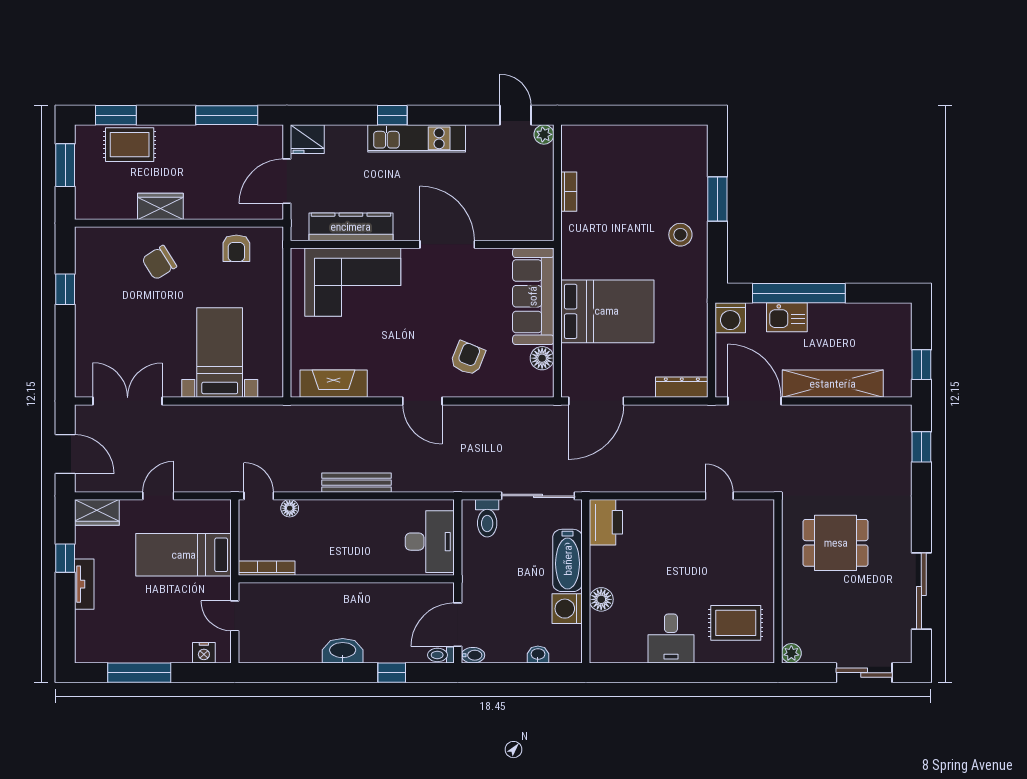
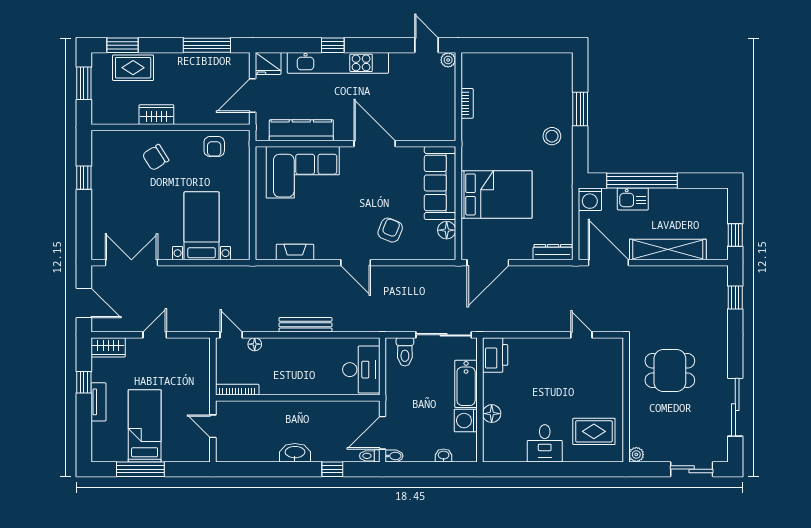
kitchen unit: (417, 138) -> (338, 63), width x1.36
fireplace: (334, 384) -> (295, 252), width x0.73, depth x0.76
bed: (184, 555) -> (145, 426), moved, turned 90
nightstand: (204, 653) -> (189, 454), removed

